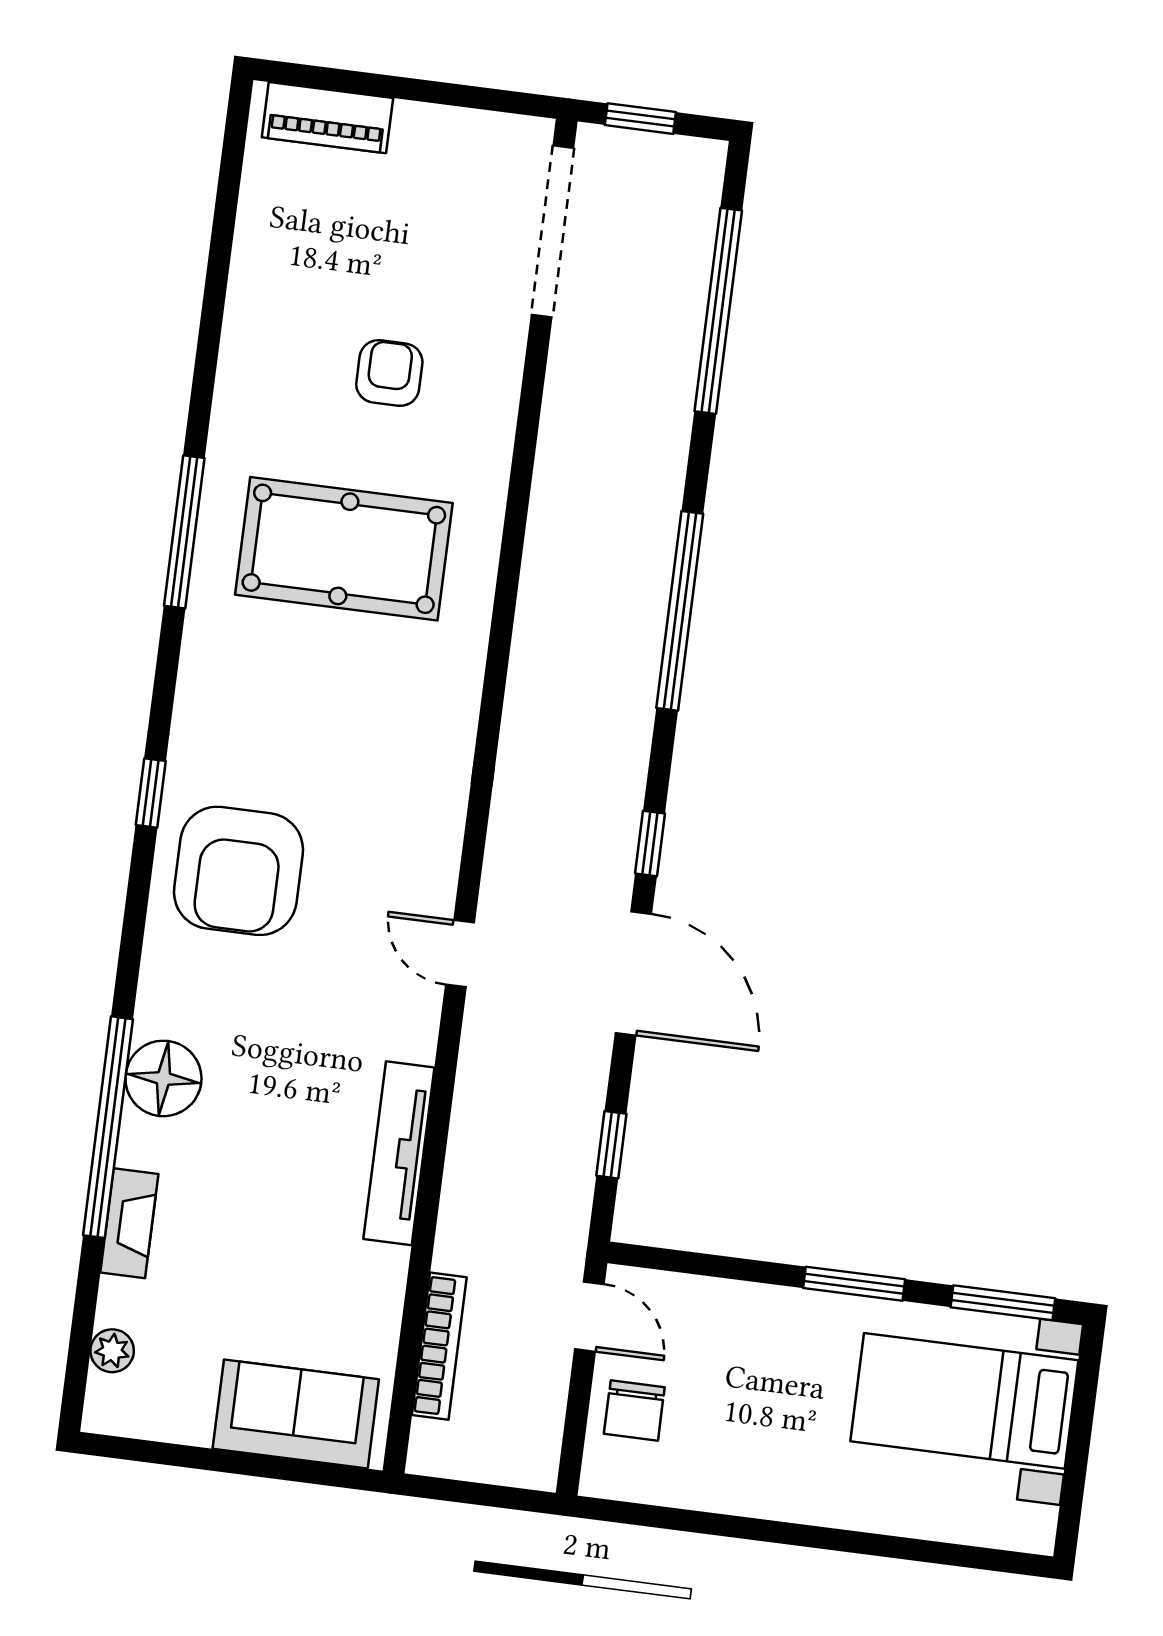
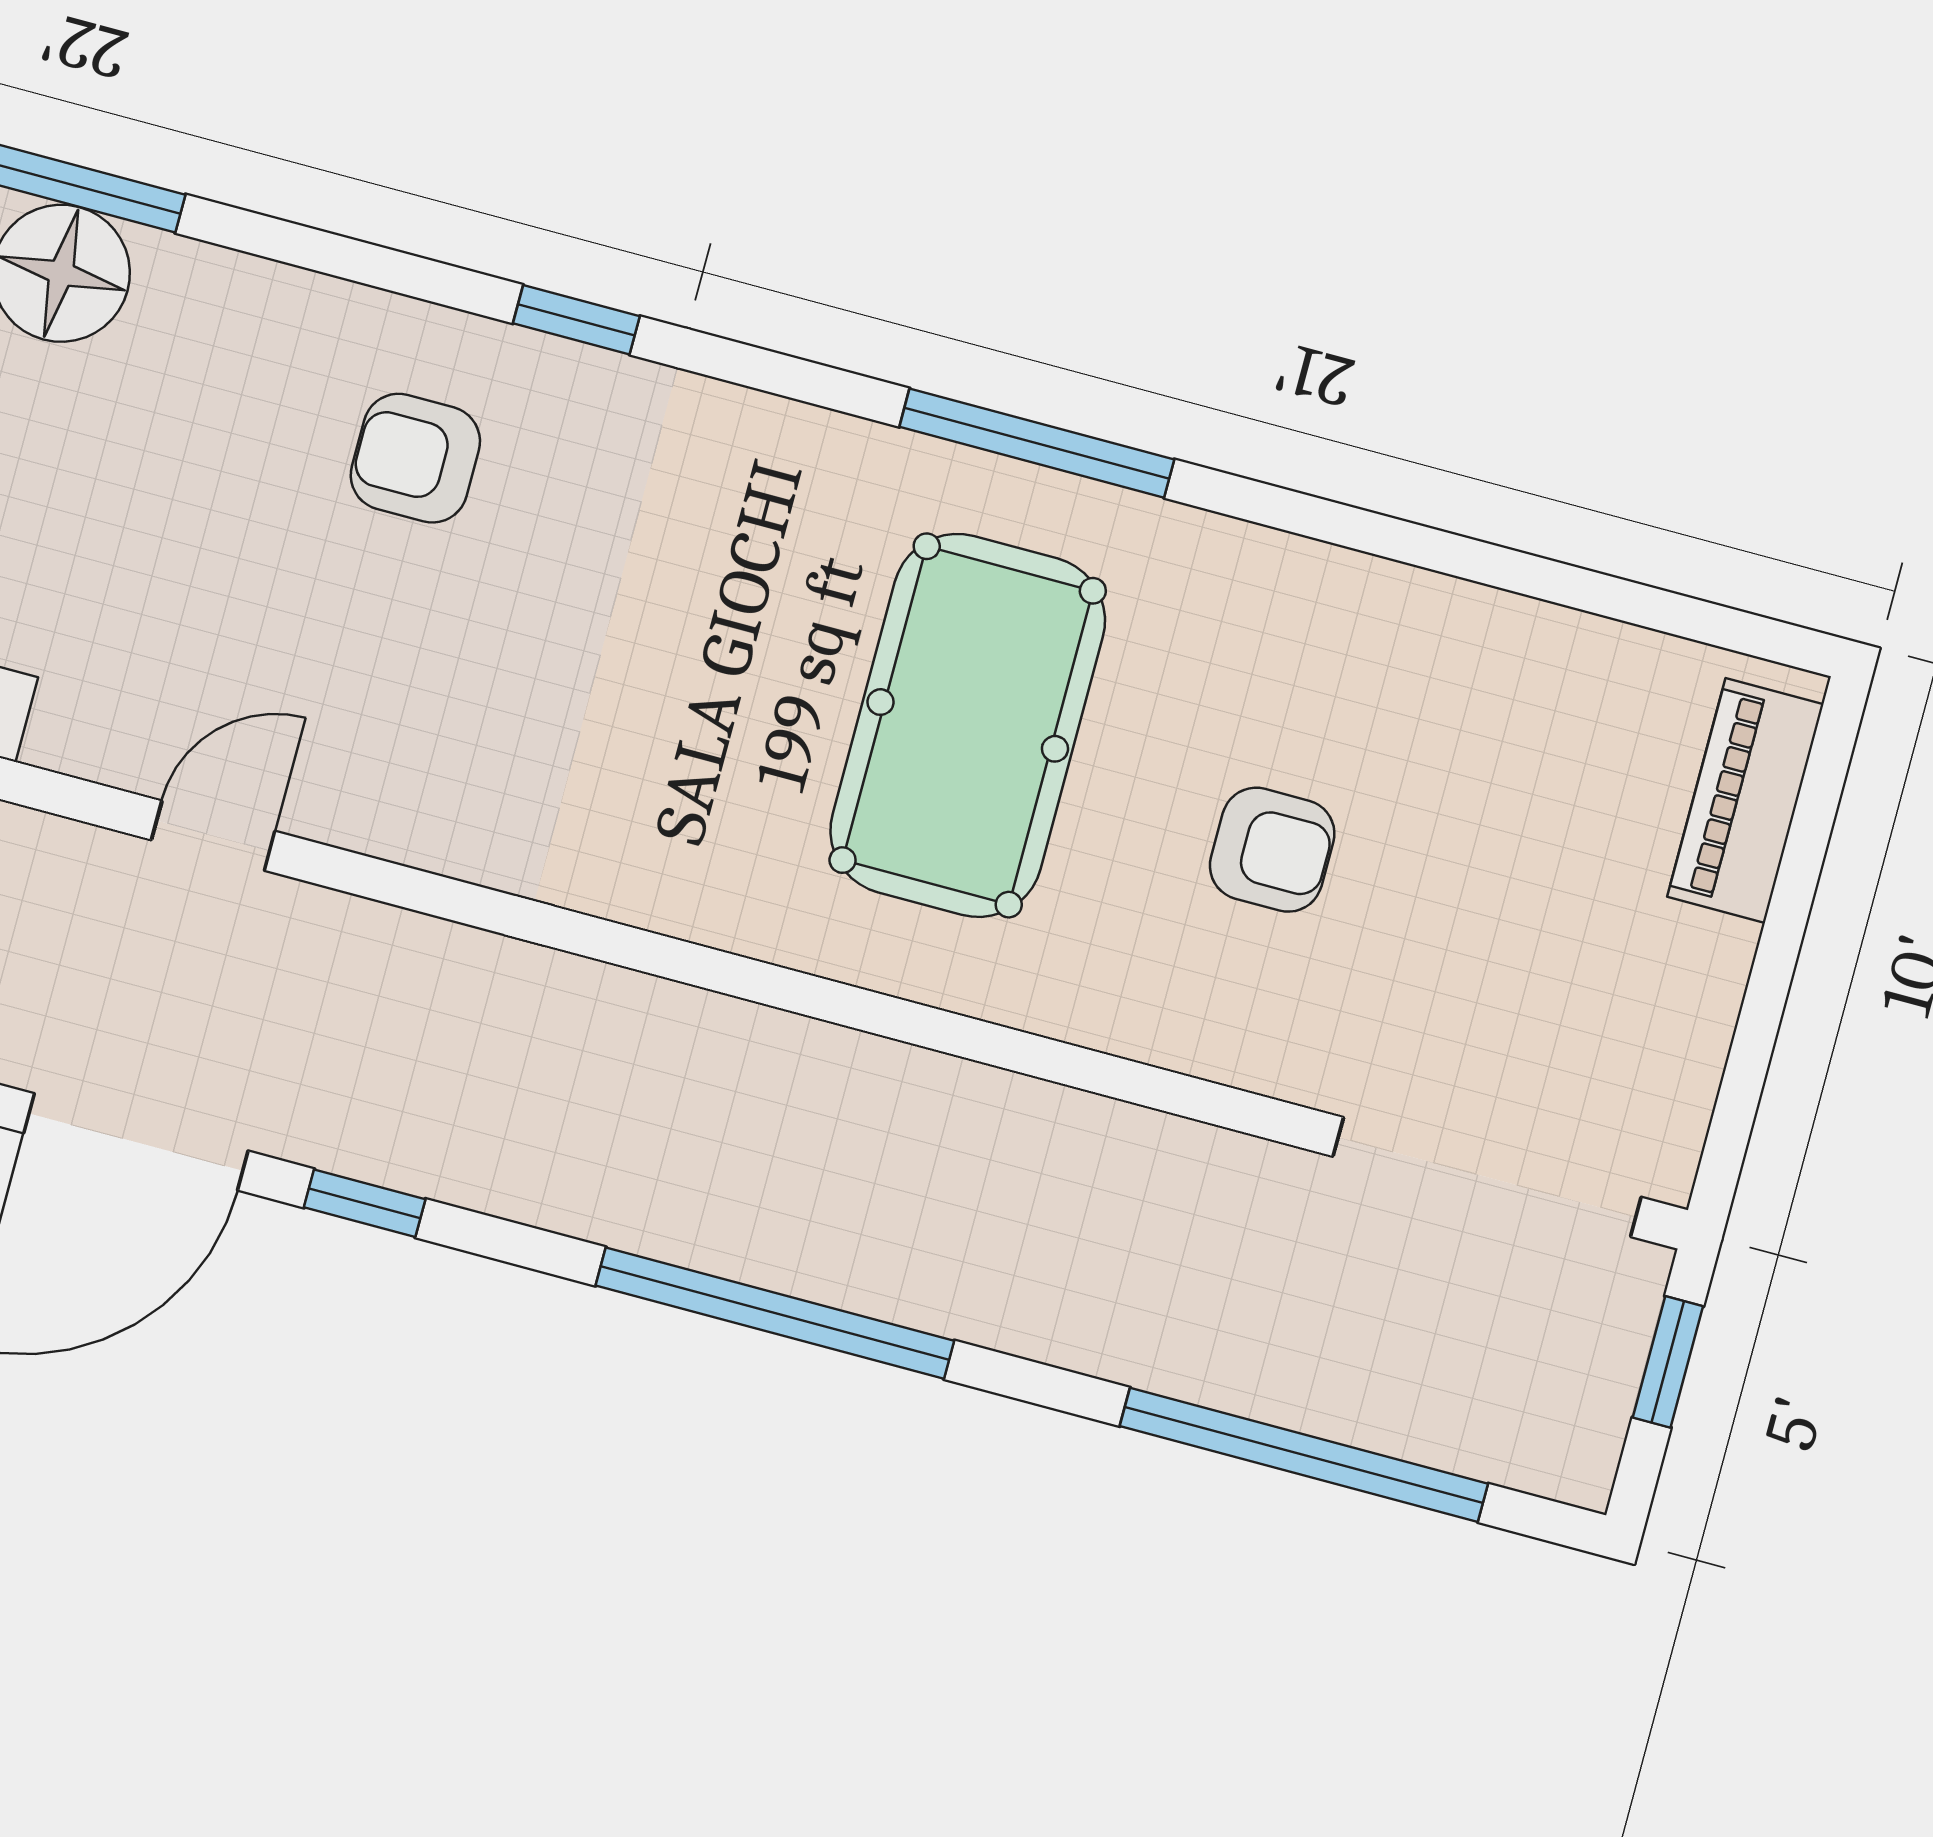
armchair: (238, 871) -> (415, 458), width x0.53, depth x0.53

